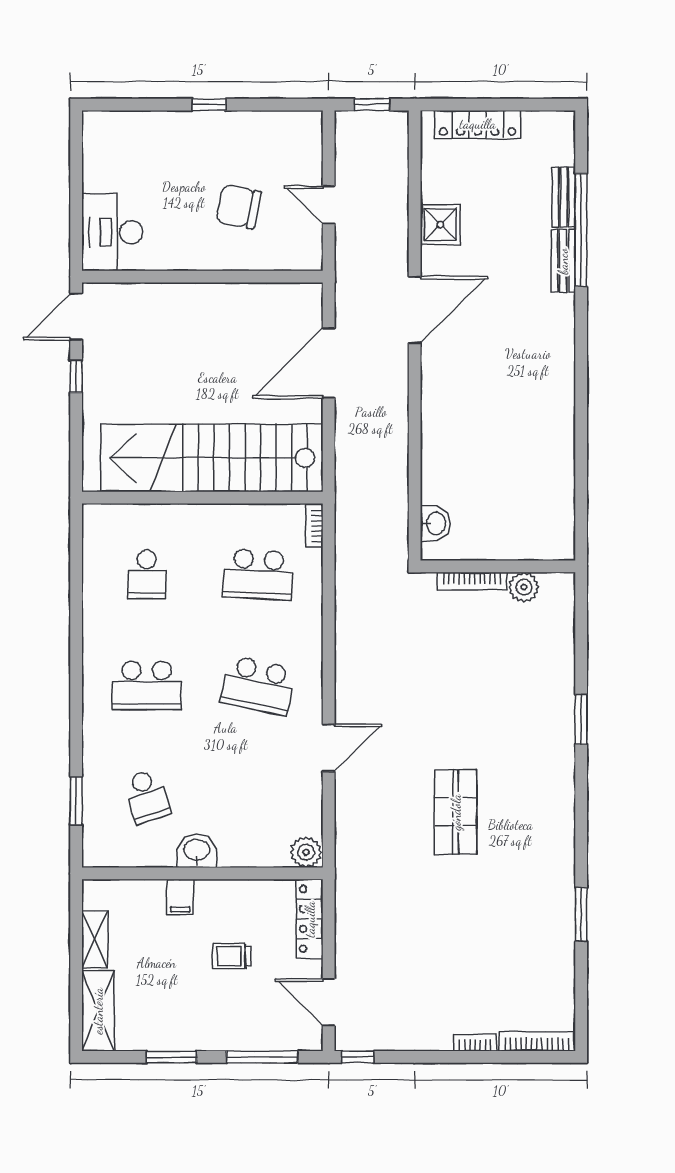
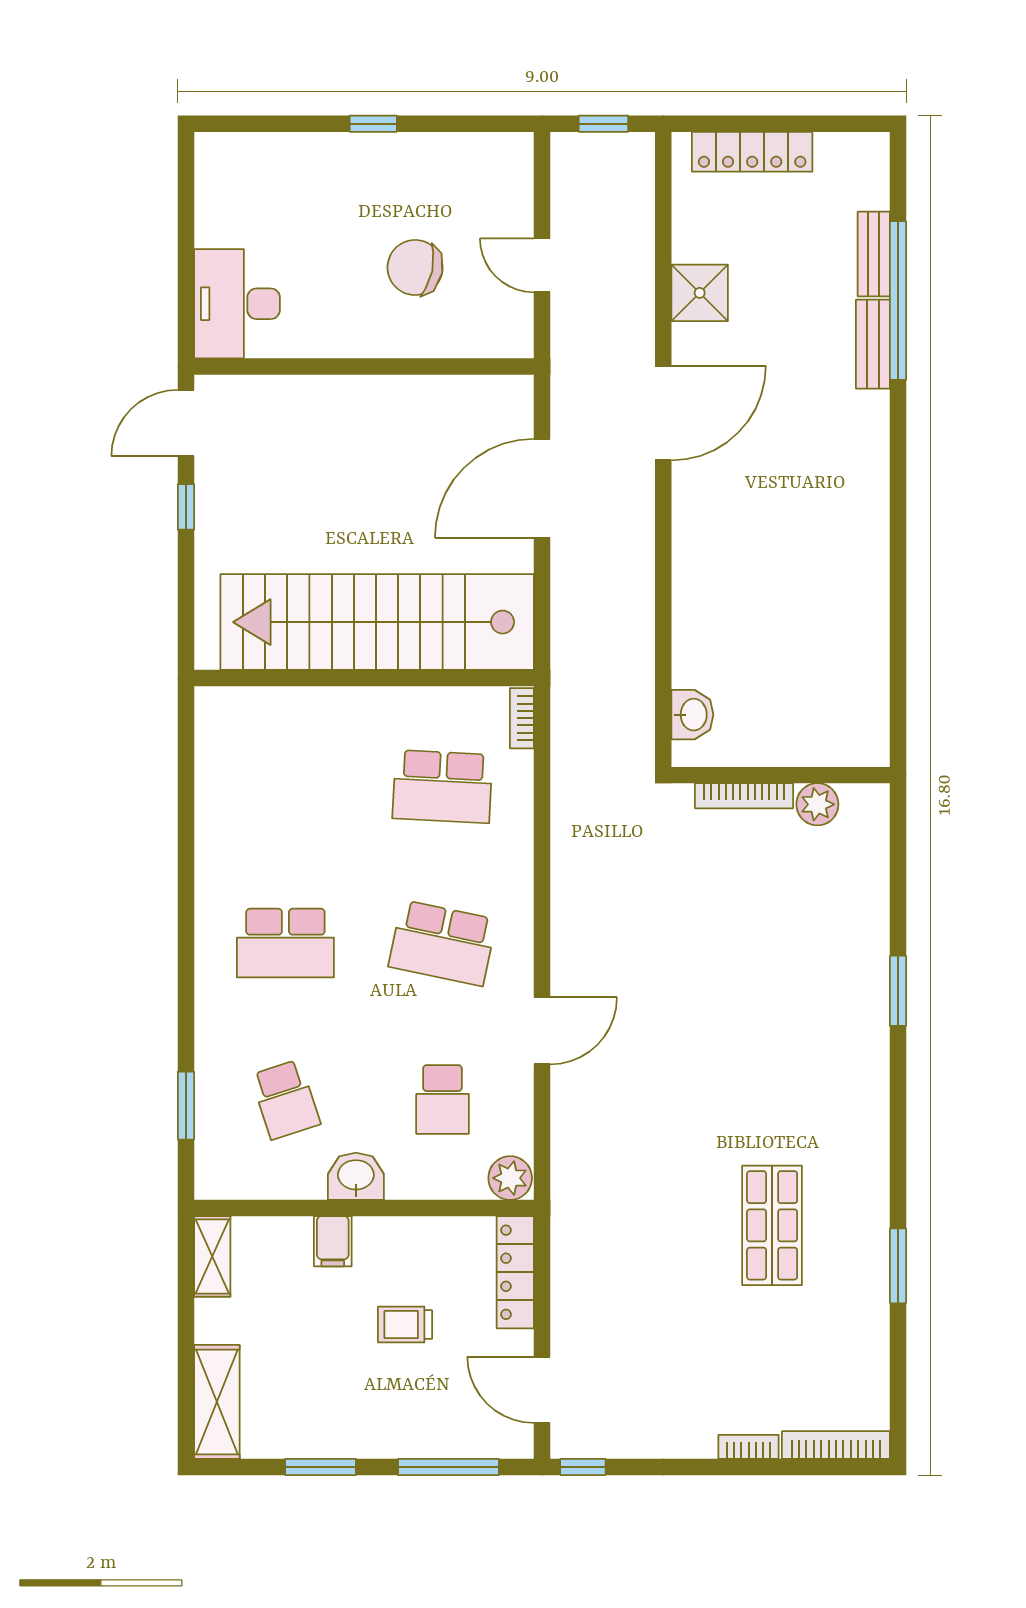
school desk: (147, 575) -> (442, 1099), moved
shop shelf: (456, 812) -> (772, 1225), moved
shelving: (95, 940) -> (212, 1256), moved

